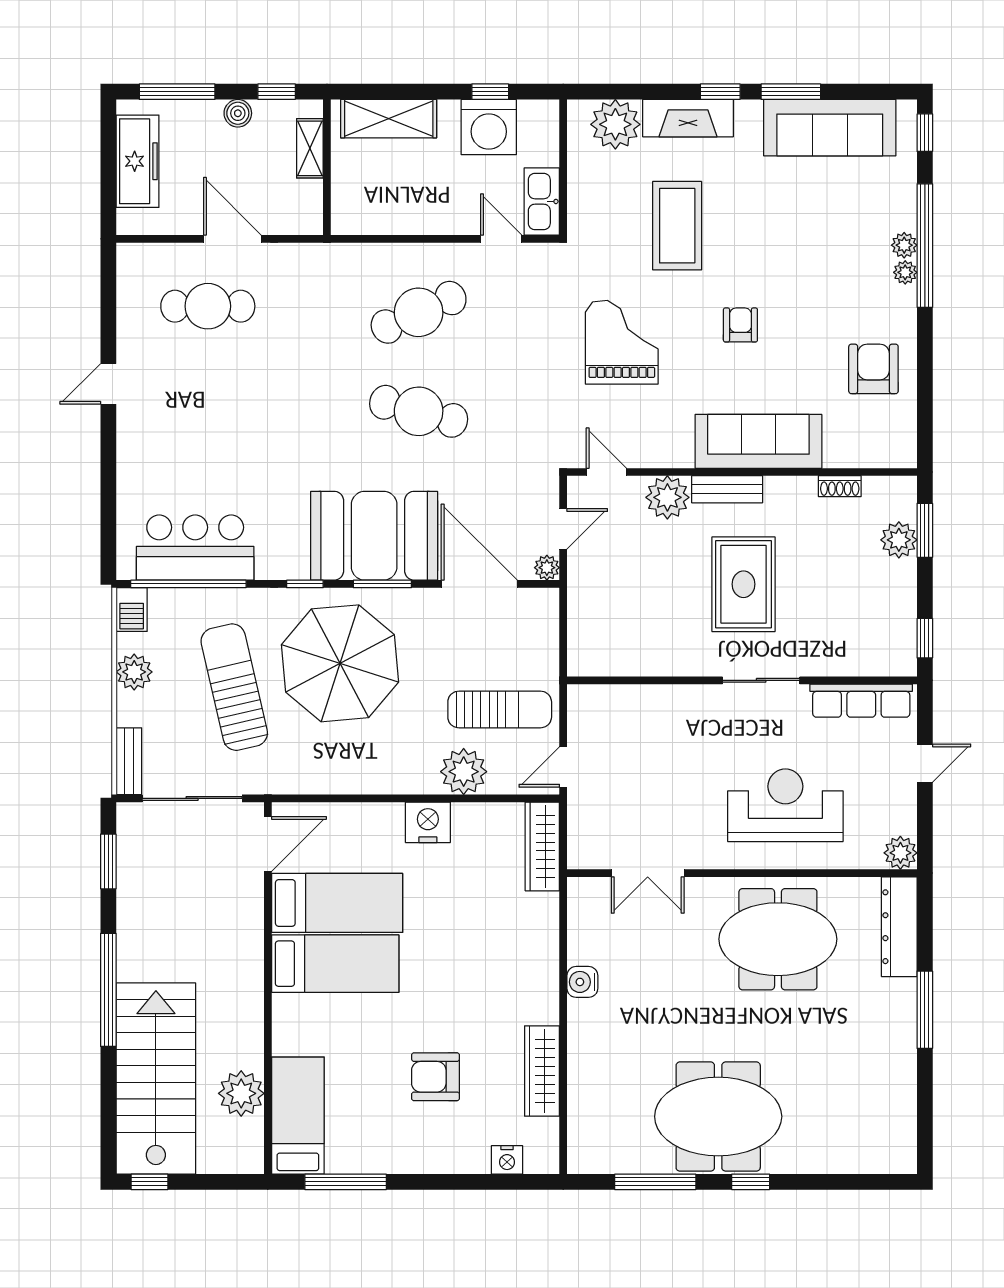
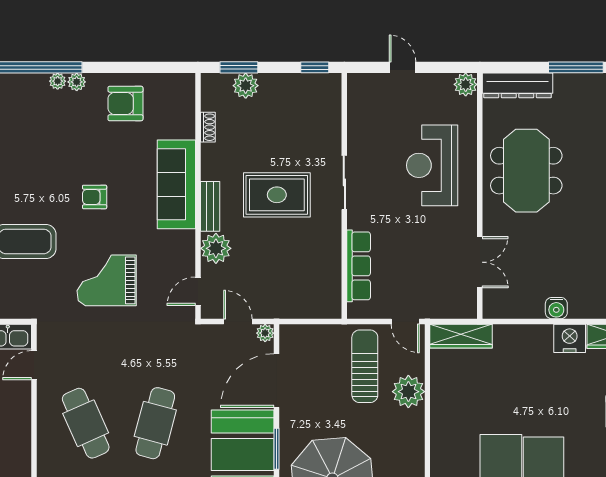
plant: (904, 245) -> (77, 82), moved
row of seats: (861, 701) -> (359, 266), moved
nightstand: (428, 822) -> (570, 338), moved, turned 90

